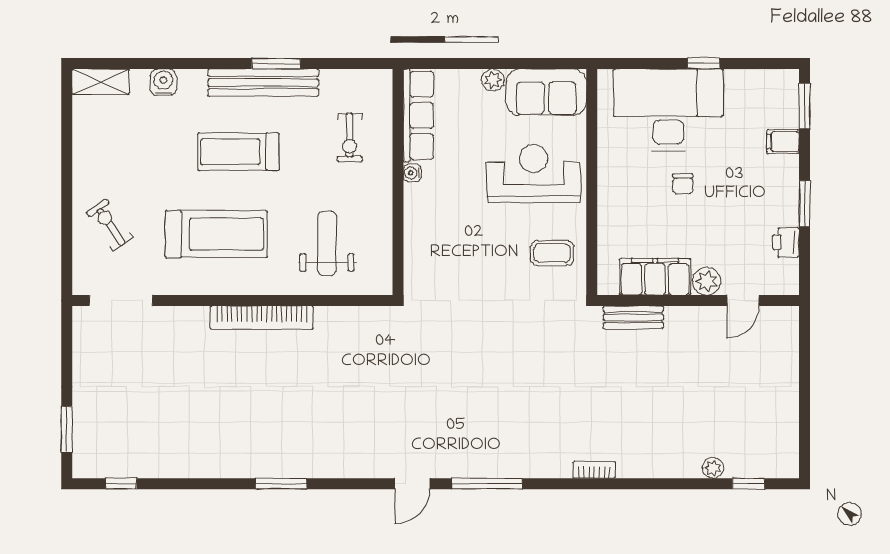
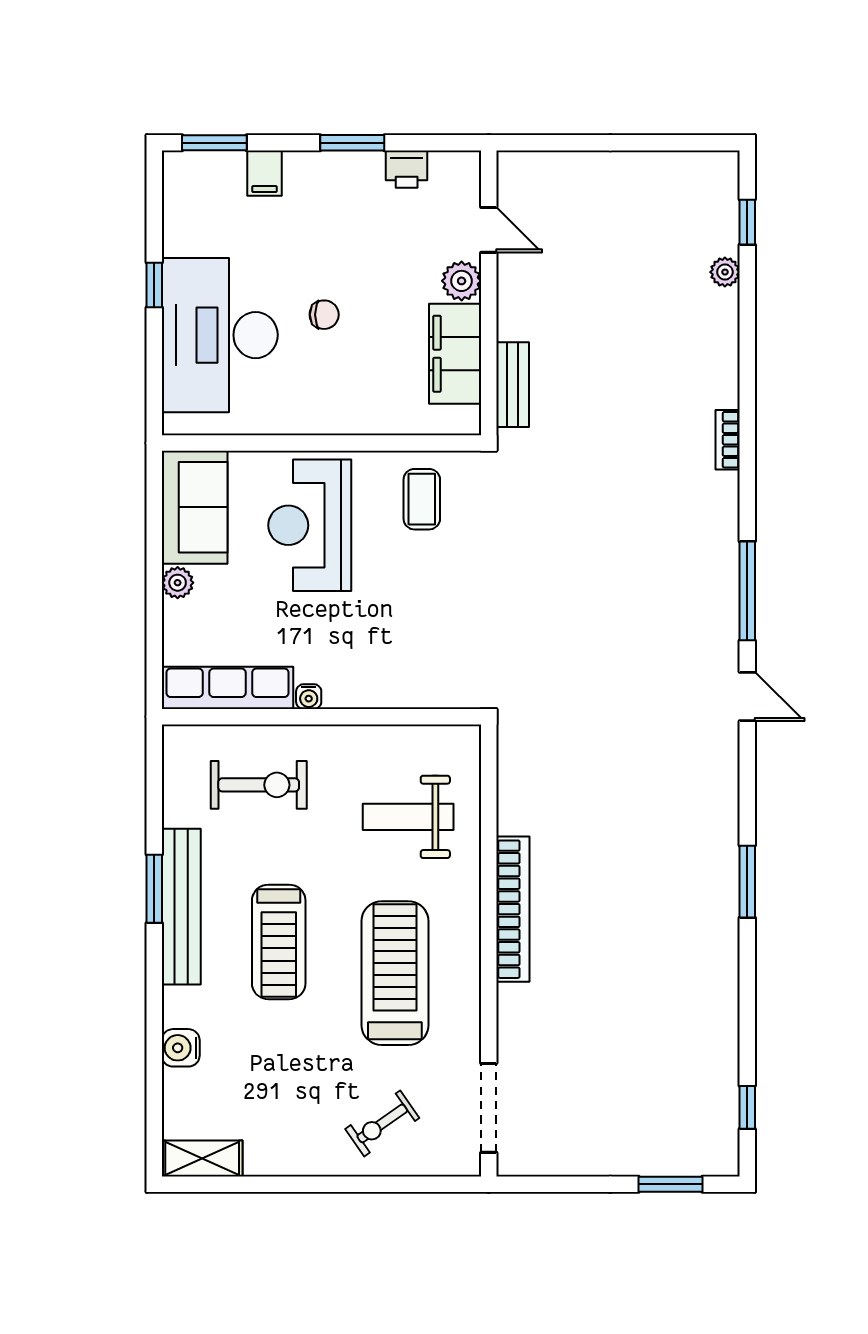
shelving: (101, 82) -> (202, 1159), moved, turned 90
exercise bike: (350, 137) -> (259, 785), width x1.38, depth x1.39

